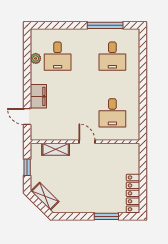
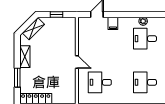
filing cabinet: (38, 96) -> (113, 23), width x0.50
door: (87, 142) -> (77, 62), hinge flipped
shelving: (56, 149) -> (25, 57), moved

